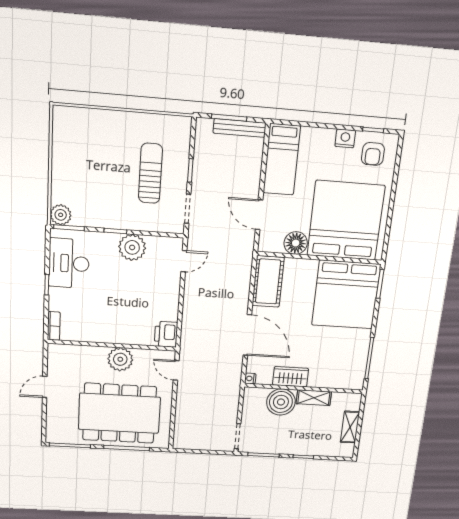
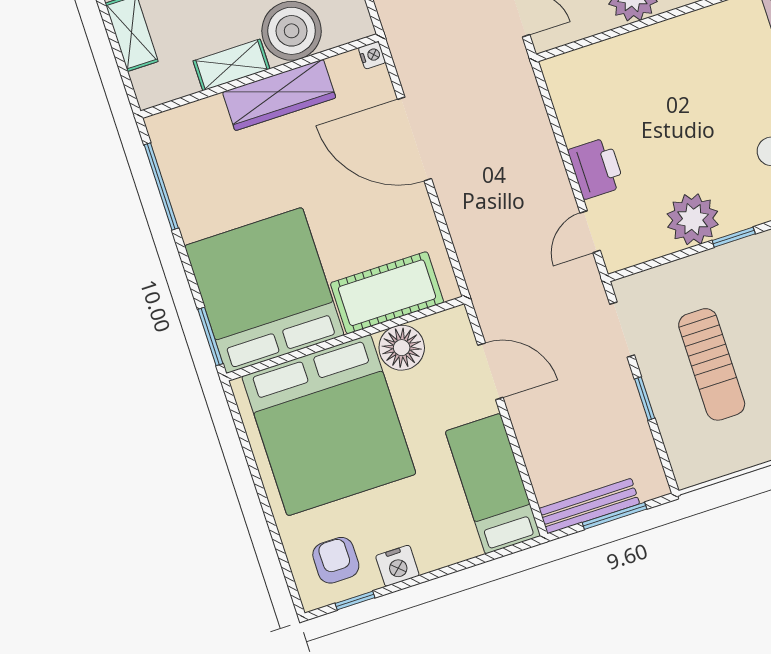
cot: (268, 281) -> (387, 293), moved, turned 90
printer: (166, 334) -> (596, 168), moved
wardrobe: (291, 377) -> (279, 95), width x1.50

